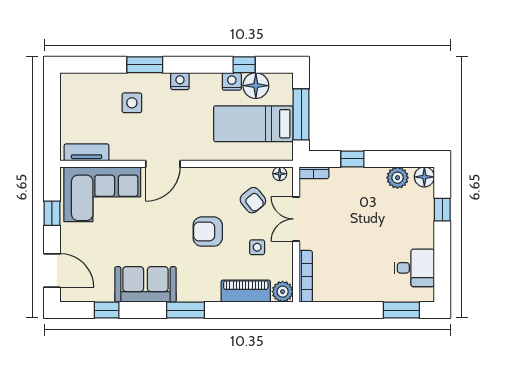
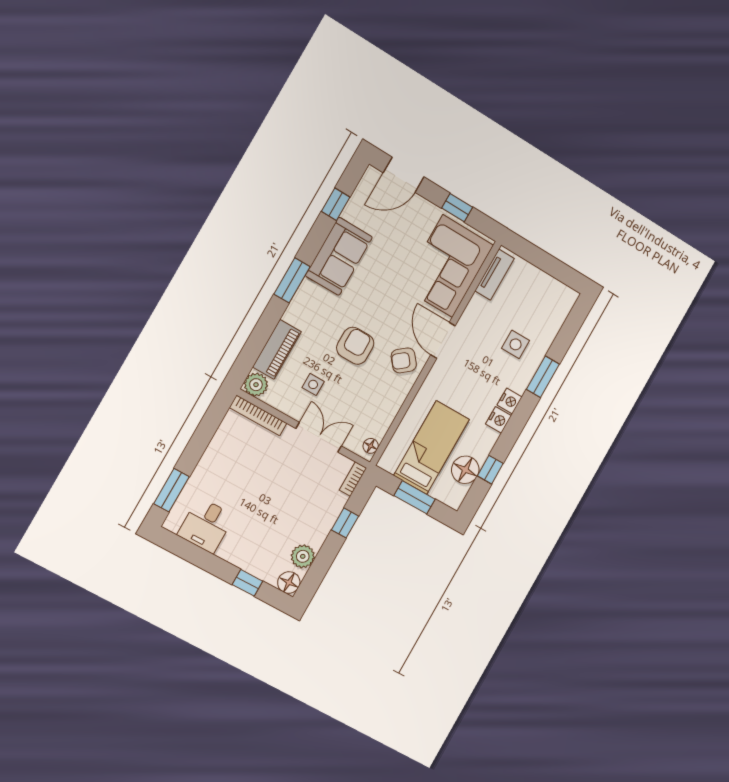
nightstand: (232, 81) -> (499, 420), moved
window: (301, 114) -> (415, 497), width x0.69
armchair: (253, 200) -> (404, 360), moved

